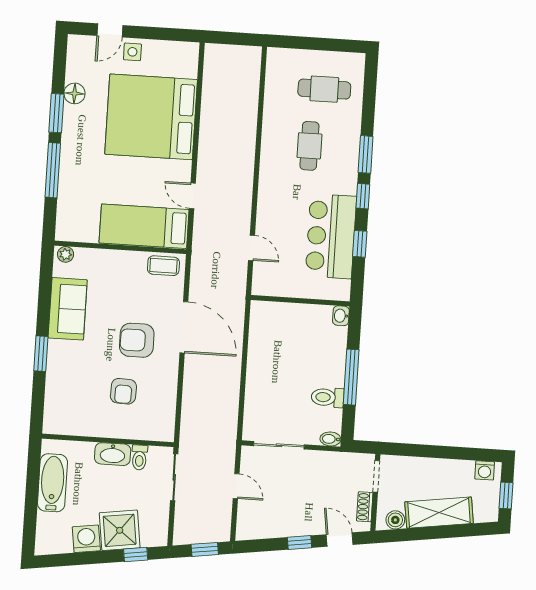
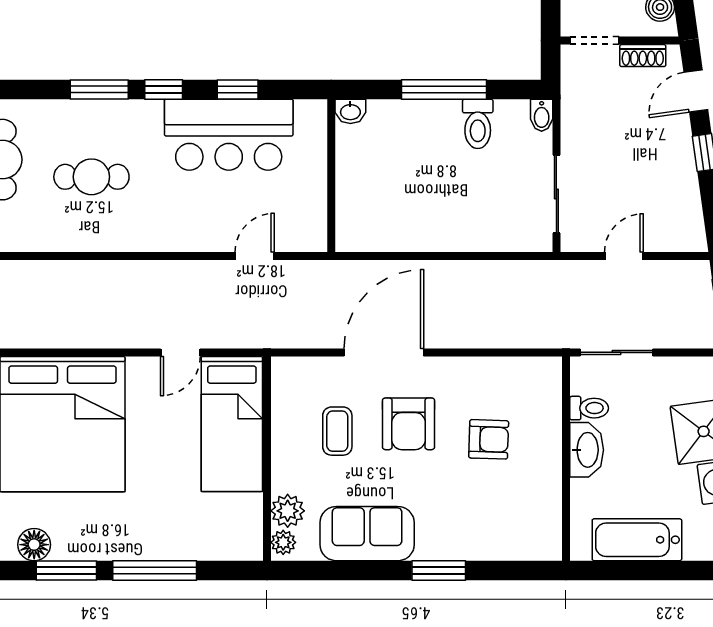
plant: (86, 258) -> (288, 511), added
coffee table: (163, 266) -> (337, 431), moved

